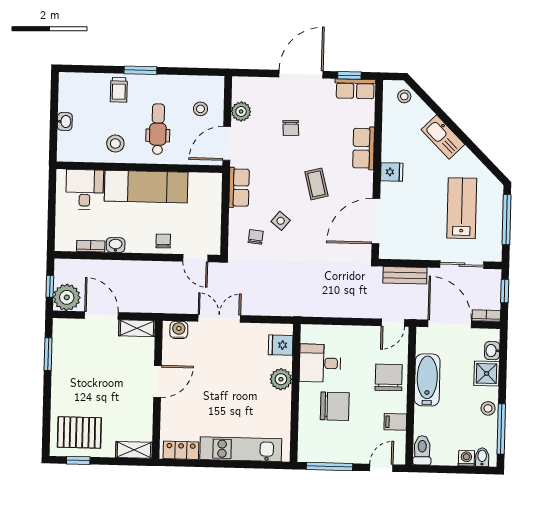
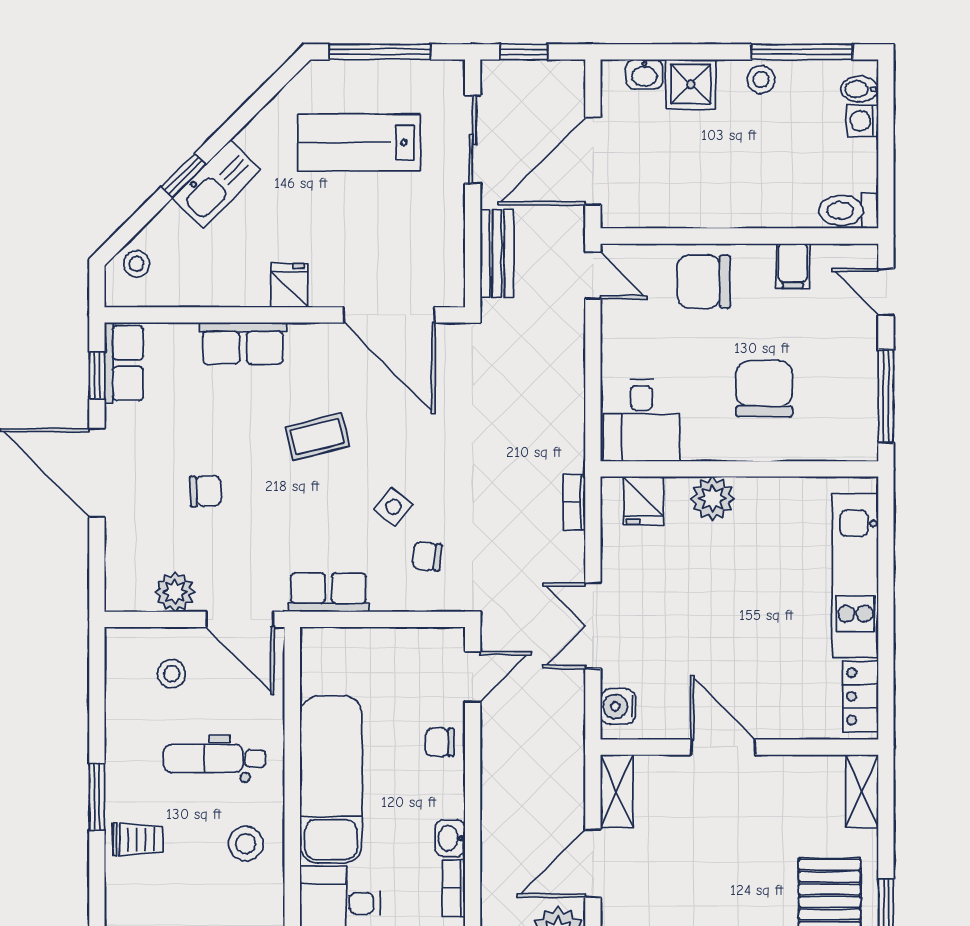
window: (447, 121) -> (183, 176), added
bookcase: (486, 316) -> (574, 502), moved
desk: (320, 363) -> (641, 420), moved
bathtub: (427, 380) -> (707, 204), removed

